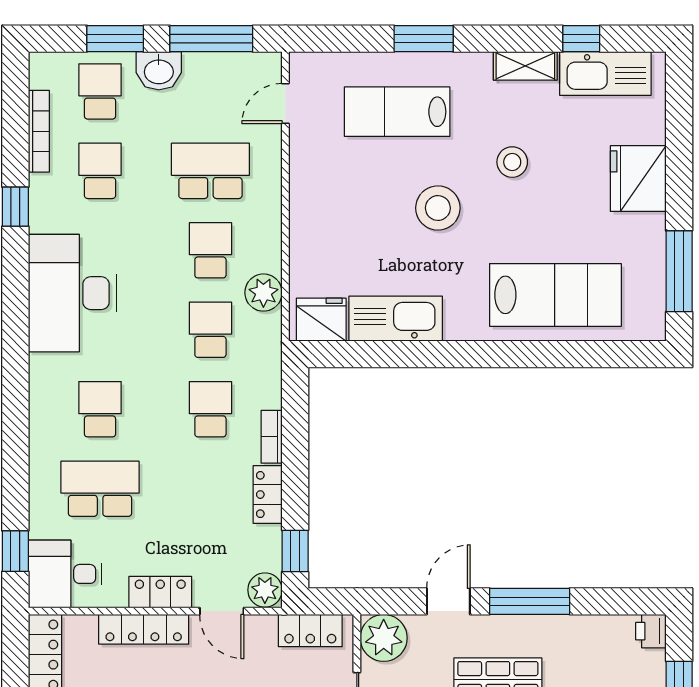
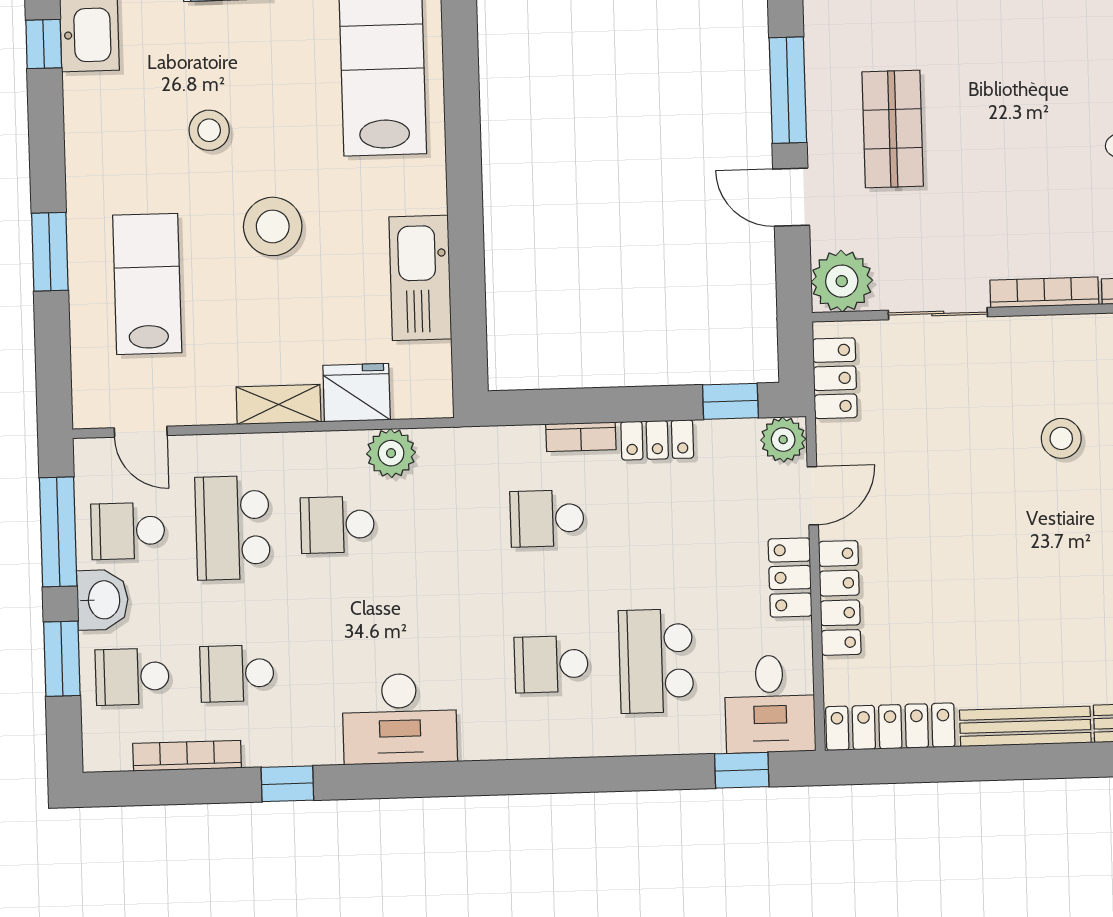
shelving: (525, 66) -> (279, 404), moved, turned 90
lab bench: (397, 112) -> (147, 284), turned 180
desk: (72, 293) -> (400, 719), width x0.73, depth x0.77
fridge: (321, 320) -> (357, 393), moved, turned 90
school desk: (210, 330) -> (128, 531), moved

